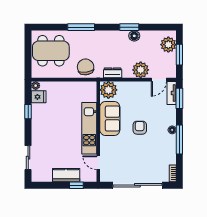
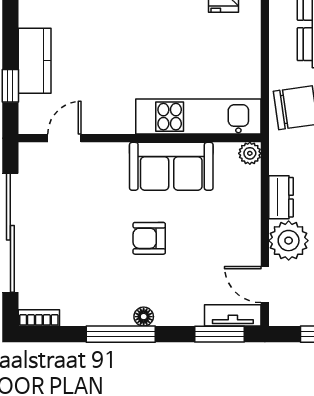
dresser: (113, 73) -> (281, 197), moved
plant: (108, 90) -> (250, 153), width x0.53, depth x0.53
kitchen unit: (89, 128) -> (198, 117), moved
armchair: (140, 128) -> (149, 238), turned 180

